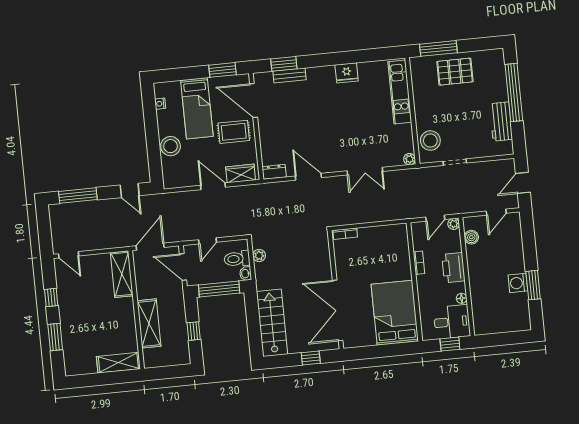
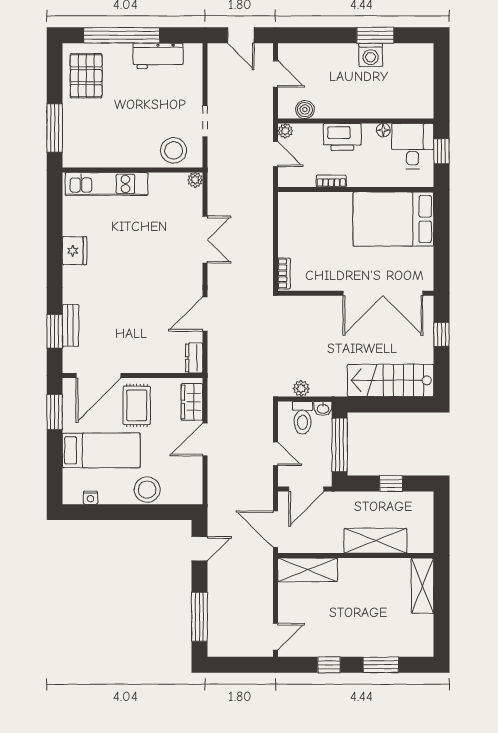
pallet: (455, 72) -> (86, 76), moved

